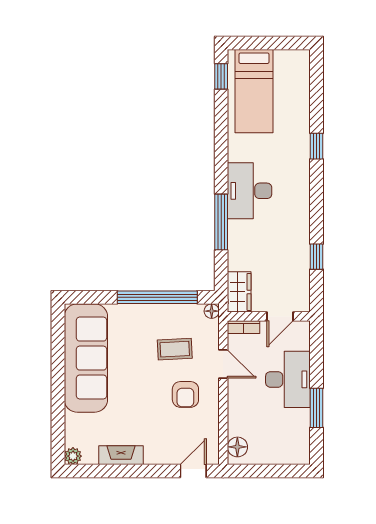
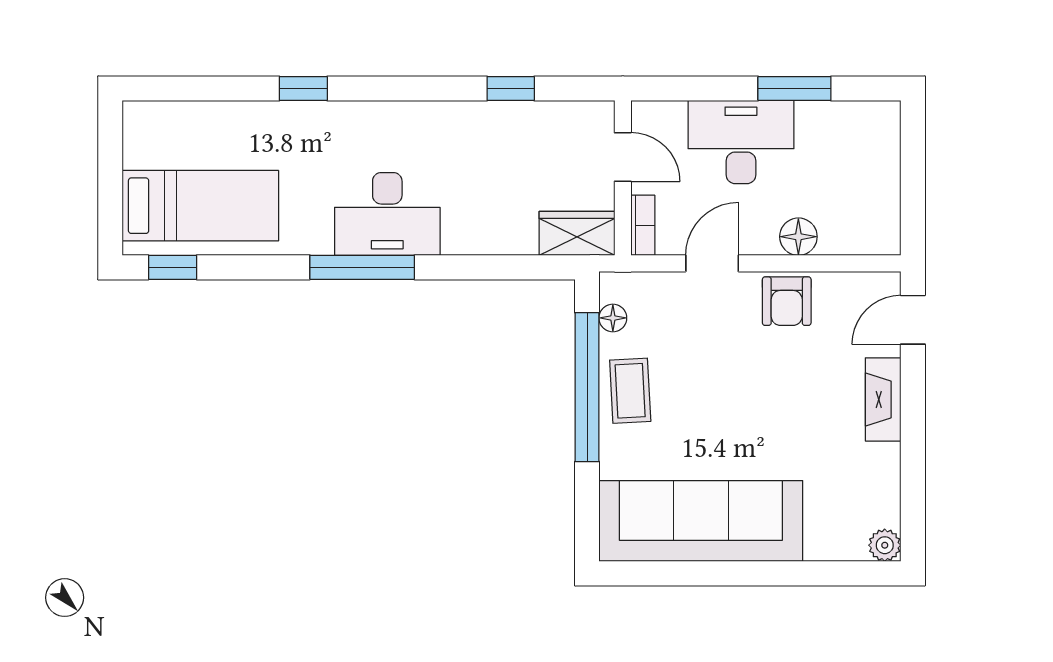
window: (221, 222) -> (362, 267), moved
floor lamp: (212, 311) -> (613, 318), moved
coffee table: (175, 349) -> (630, 391), moved
armchair: (185, 394) -> (787, 301), moved, turned 90
floor lamp: (237, 447) -> (798, 237), moved
fireplace: (121, 455) -> (883, 399), moved
door: (193, 471) -> (913, 320), hinge flipped

